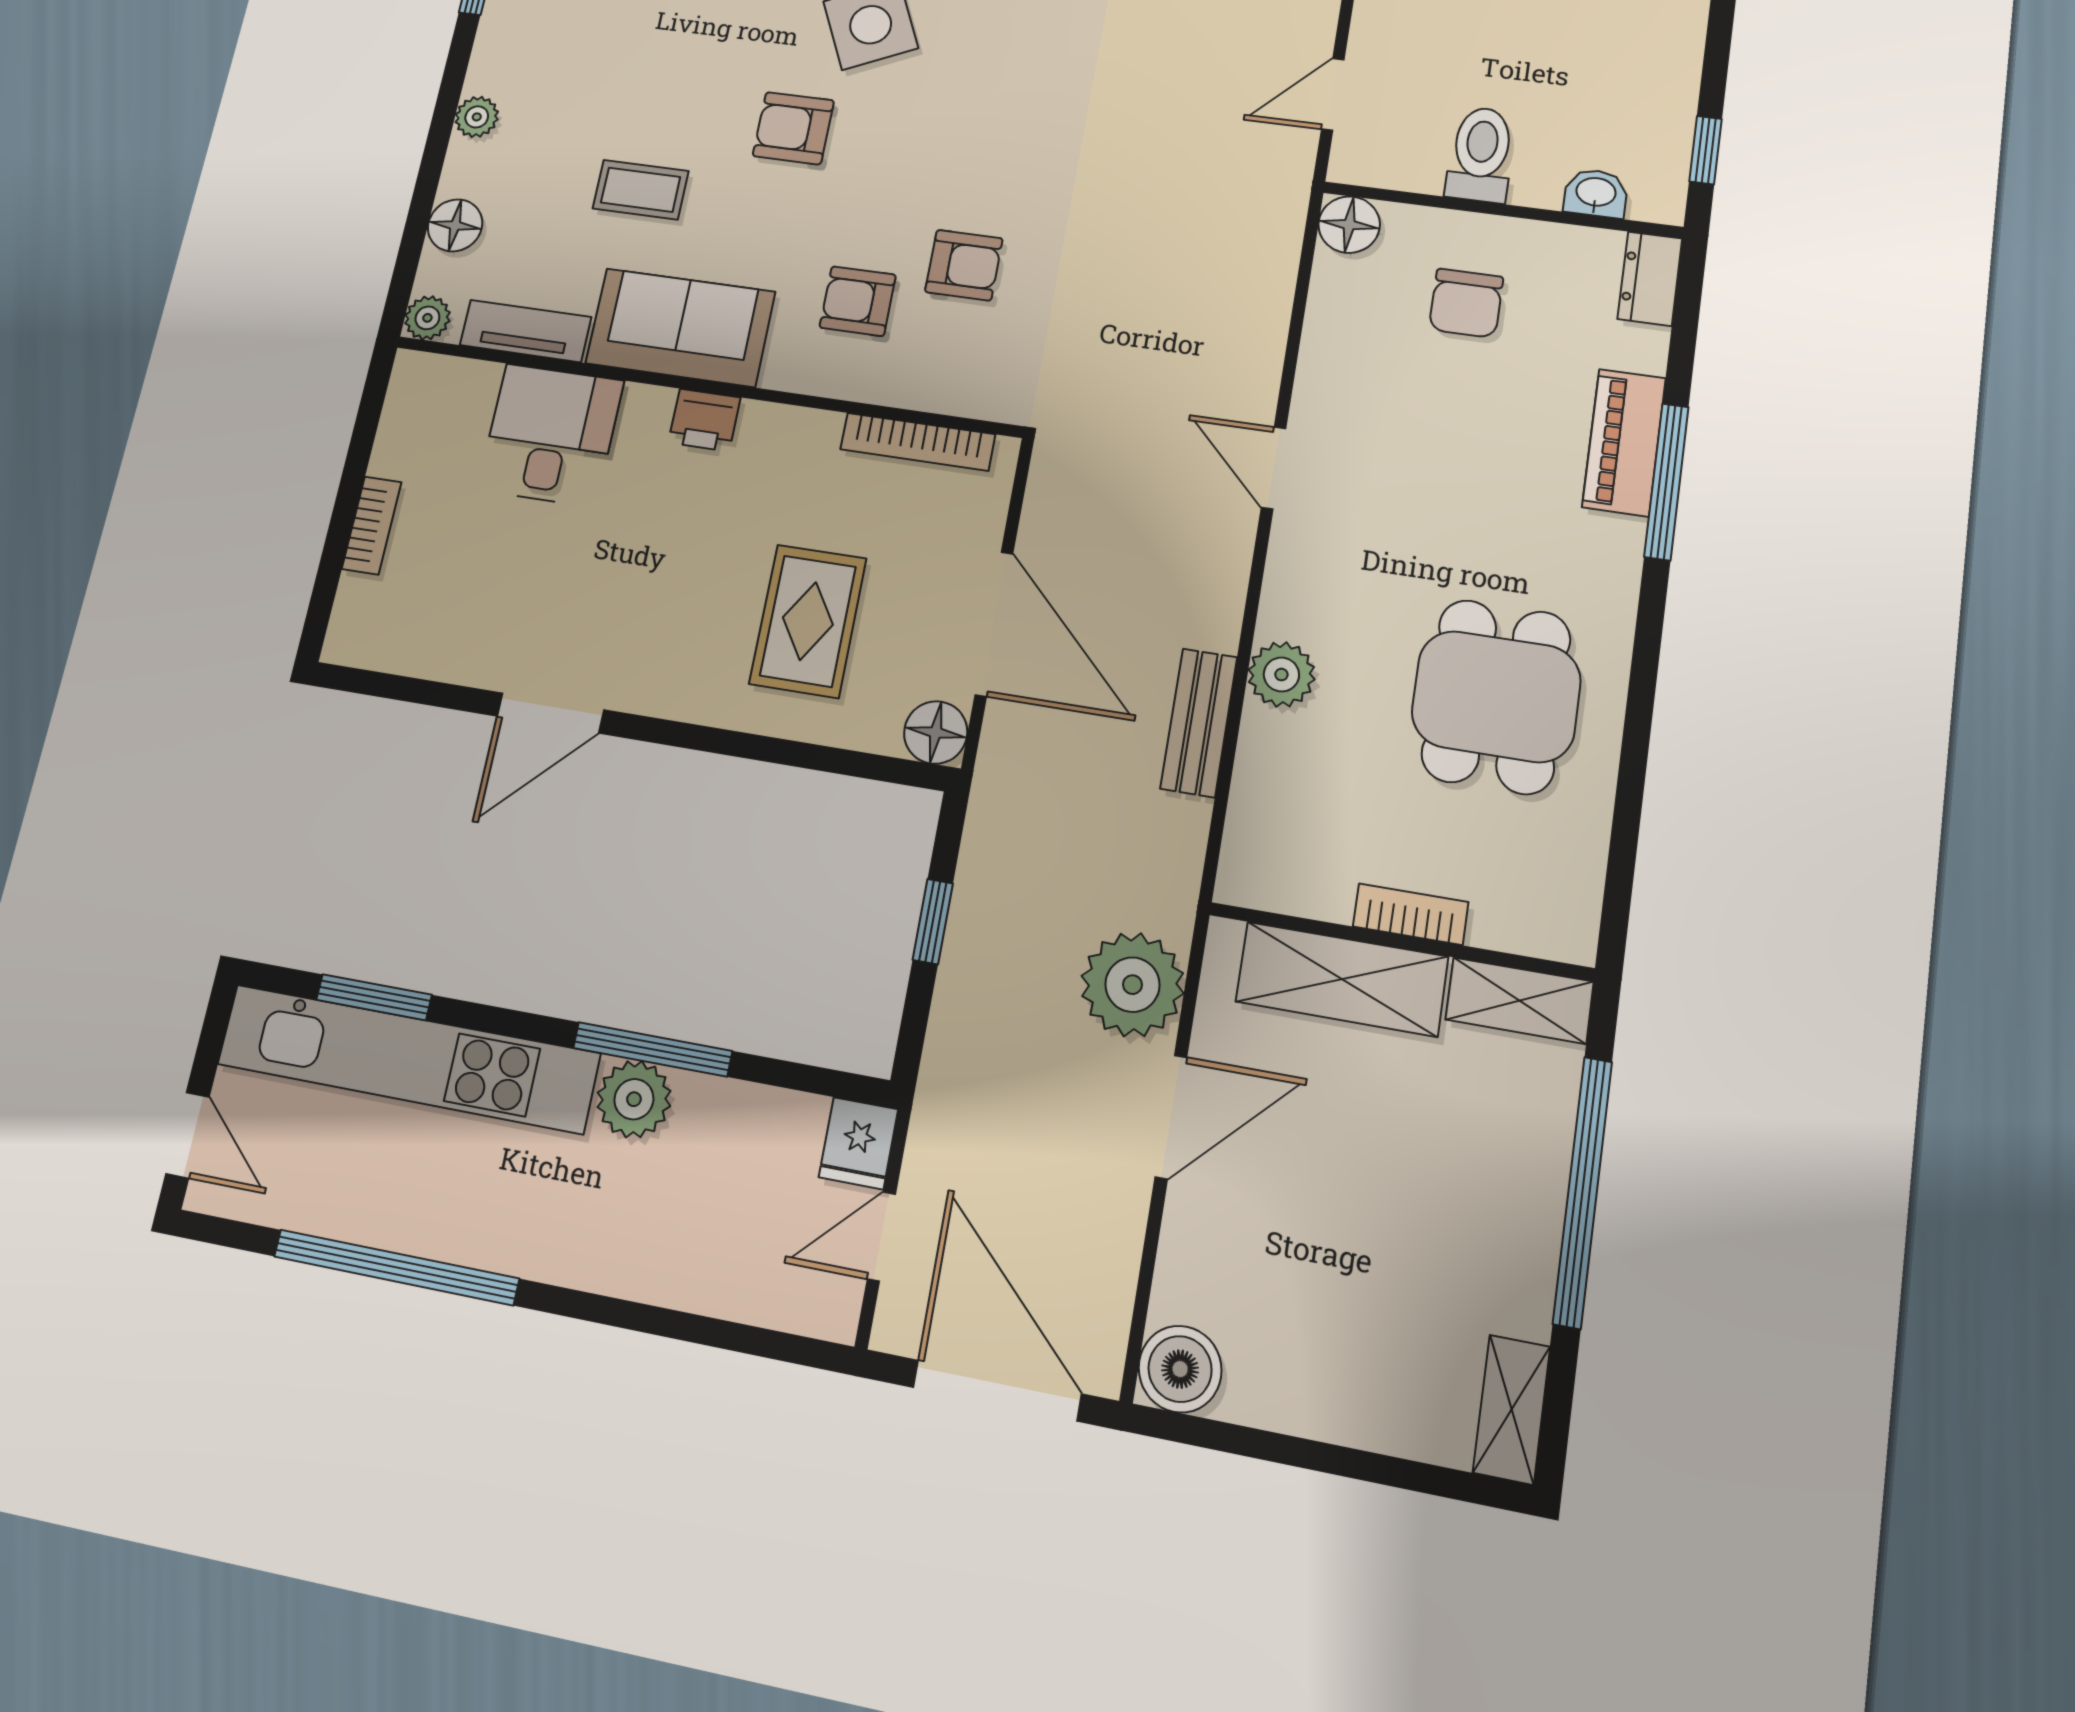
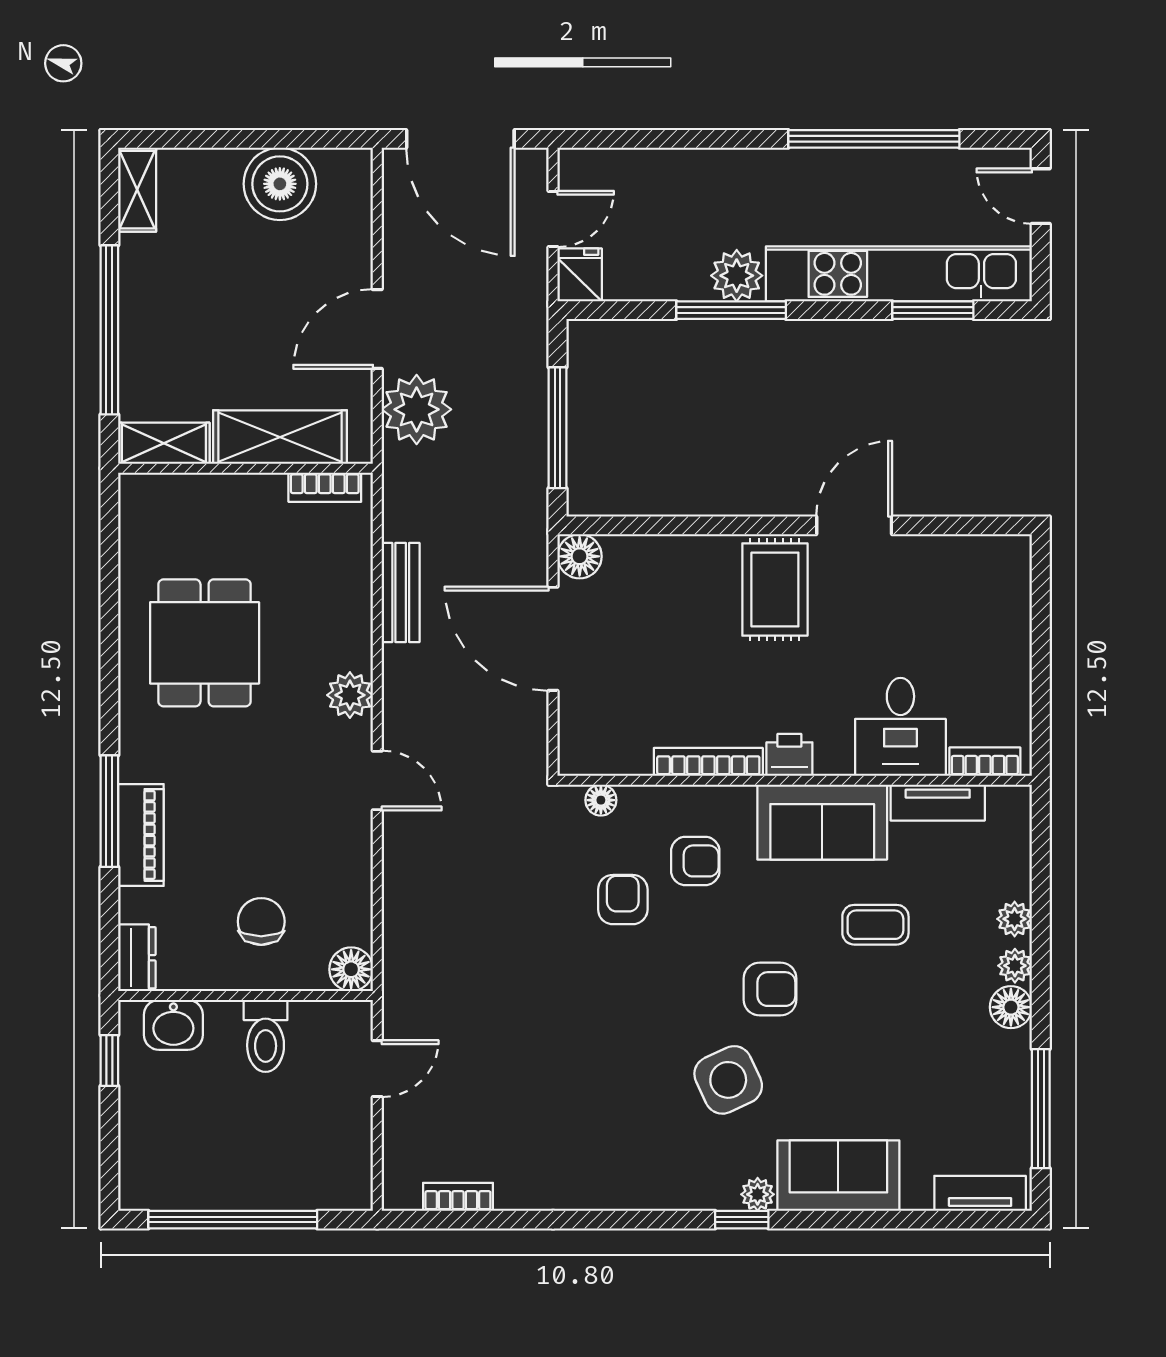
washbasin: (1596, 193) -> (173, 1025), width x1.38, depth x1.45
floor lamp: (455, 225) -> (1011, 1007), moved
armchair: (964, 265) -> (623, 900), turned 90
plant: (427, 318) -> (1015, 919), moved
floor lamp: (969, 398) -> (601, 800), added
bookcase: (918, 442) -> (708, 762), moved
bookcase: (372, 525) -> (985, 762), moved, turned 90
rug: (808, 621) -> (775, 589), moved
plant: (1281, 675) -> (350, 695), moved
bookcase: (1411, 914) -> (325, 487), moved
window: (933, 922) -> (557, 428), width x2.17
boiler: (1180, 1369) -> (280, 184), moved, width x1.37, depth x1.37

